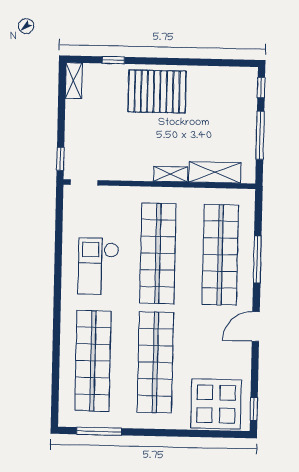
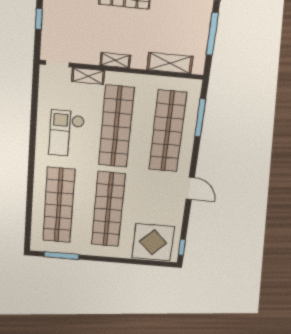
window: (60, 159) -> (39, 19), moved
shelving: (171, 174) -> (115, 60), moved
shelving: (121, 194) -> (88, 76), added
window: (257, 259) -> (200, 118), moved
door: (256, 326) -> (190, 188), swing flipped

